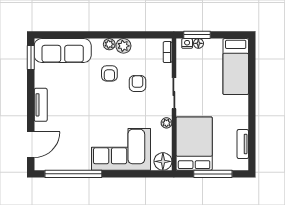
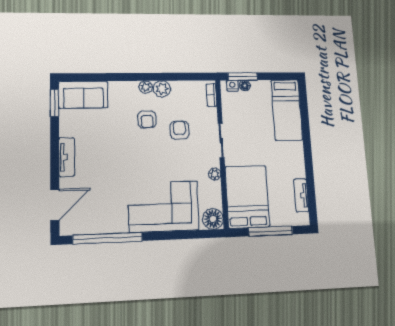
sofa: (63, 51) -> (83, 95), width x0.73

